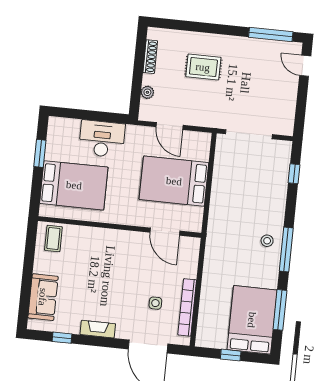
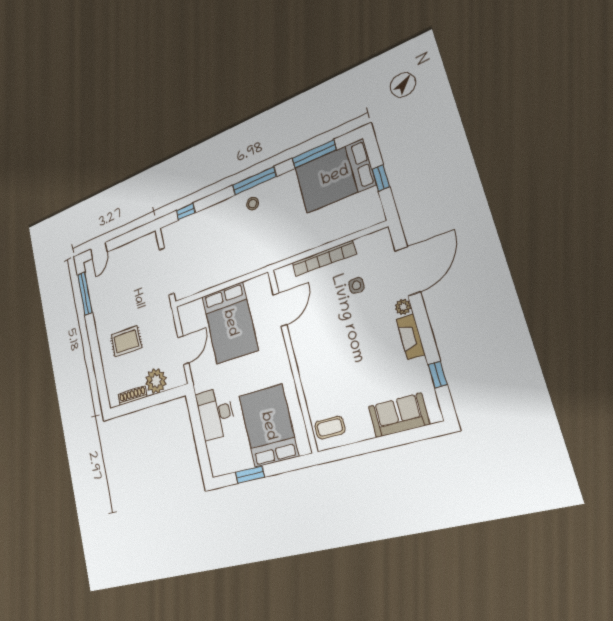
rug: (203, 67) -> (126, 341), turned 90
plant: (147, 92) -> (156, 381), width x1.87, depth x1.87
bookcase: (187, 307) -> (324, 258), moved
plant: (123, 332) -> (403, 307), added

